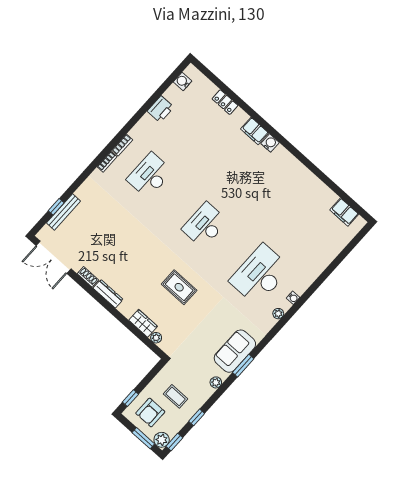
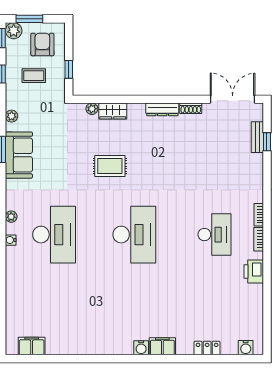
water cooler: (183, 81) -> (246, 348), moved, turned 90
printer: (161, 109) -> (254, 272), moved
bench: (63, 212) -> (257, 137), width x0.73
desk: (205, 225) -> (134, 235), width x1.36, depth x1.30
window: (130, 398) -> (69, 69), moved

